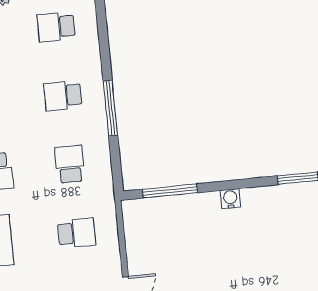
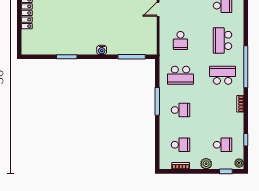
school desk: (70, 164) -> (180, 75), width x1.85
school desk: (77, 233) -> (180, 40), turned -90

